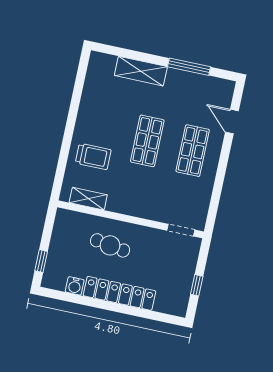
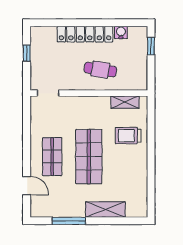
shop shelf: (147, 141) -> (89, 157), width x1.43, depth x1.36

